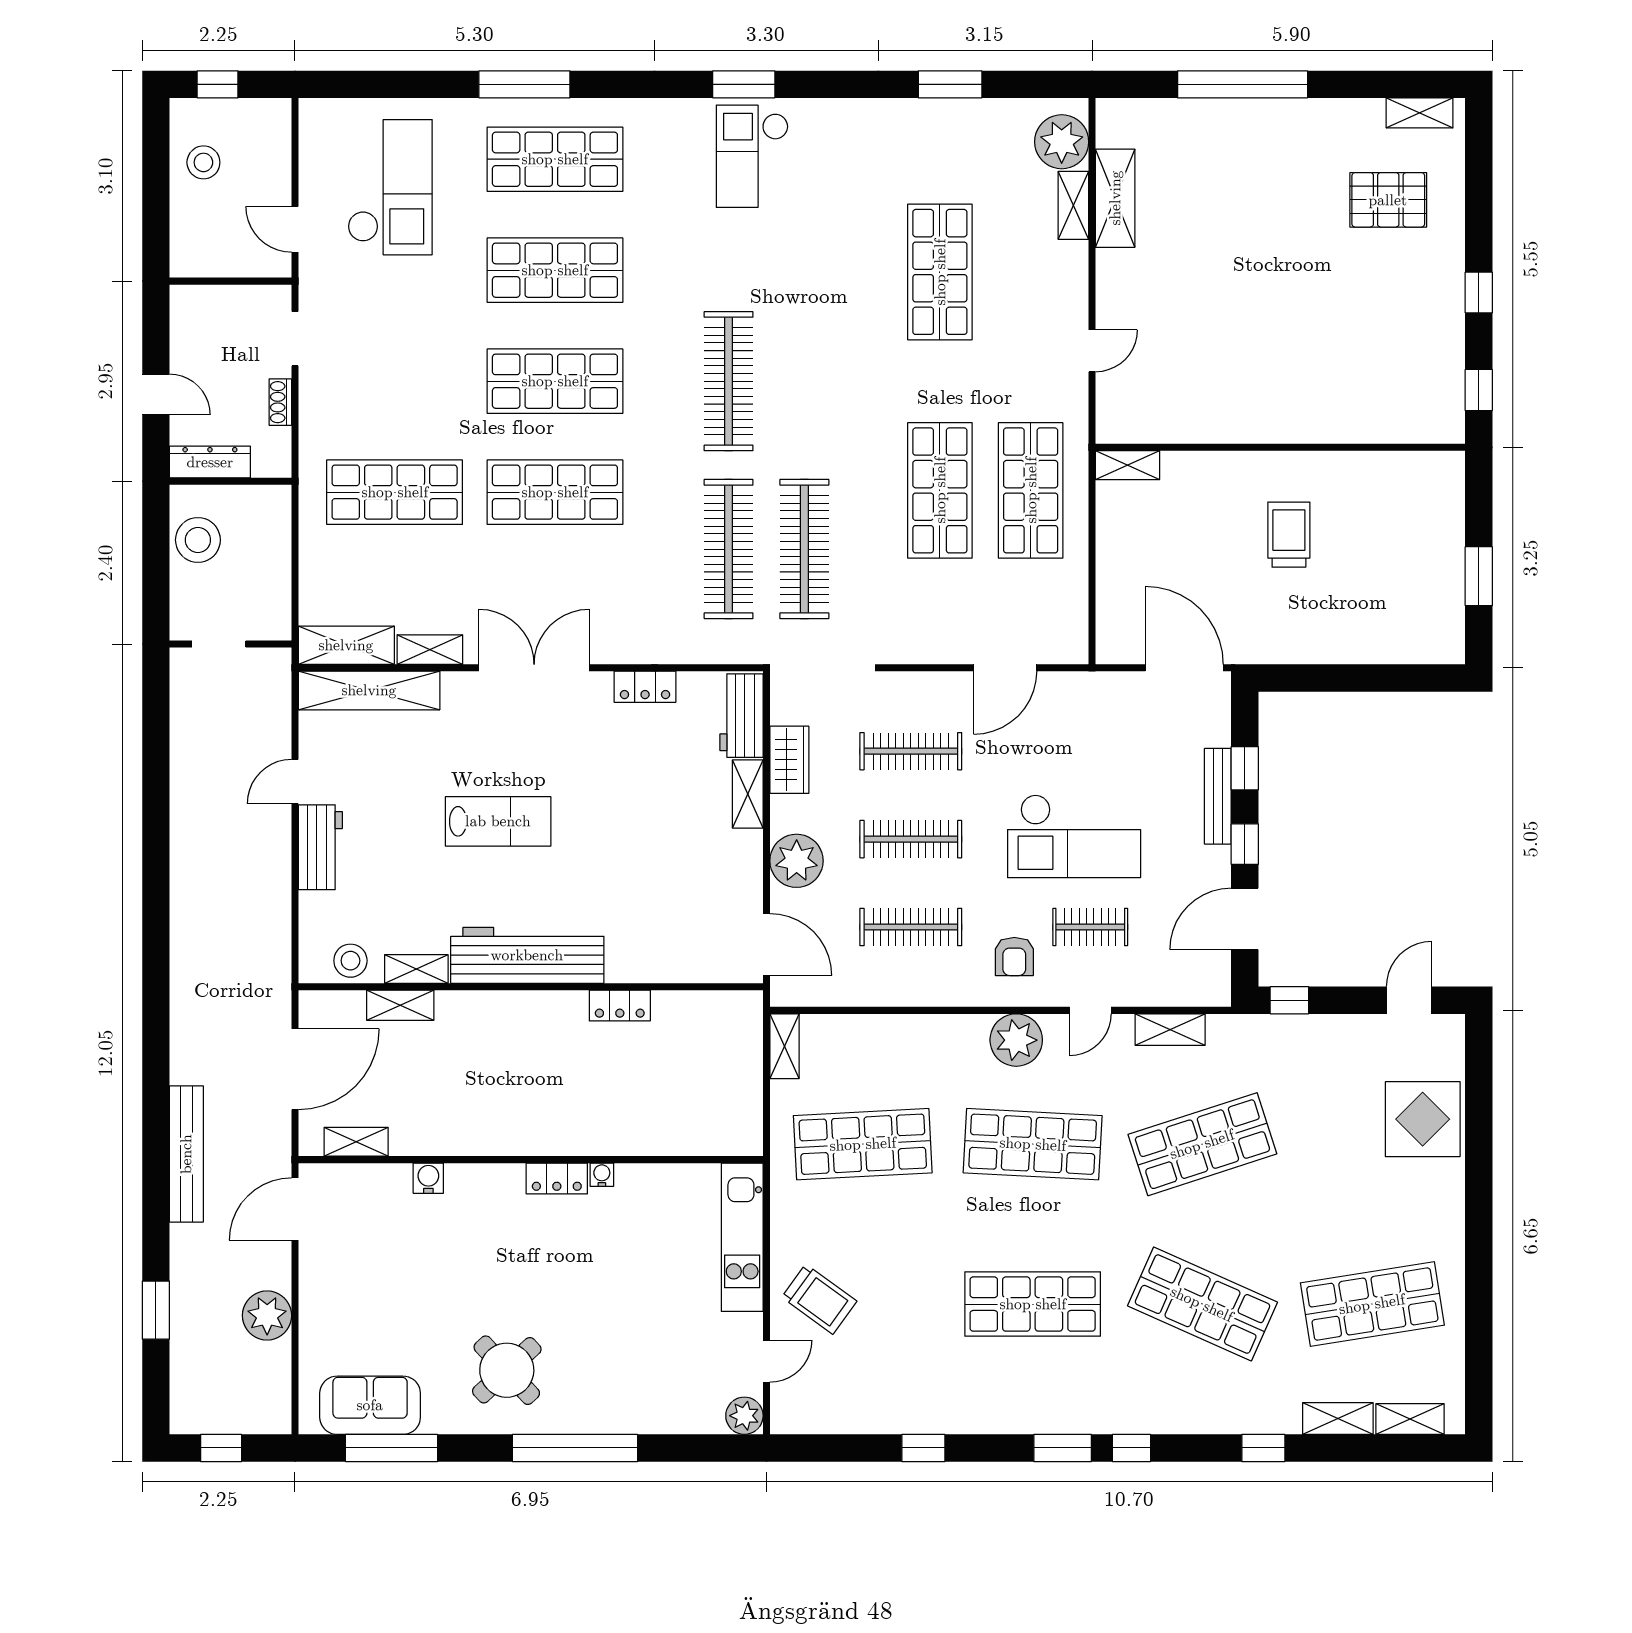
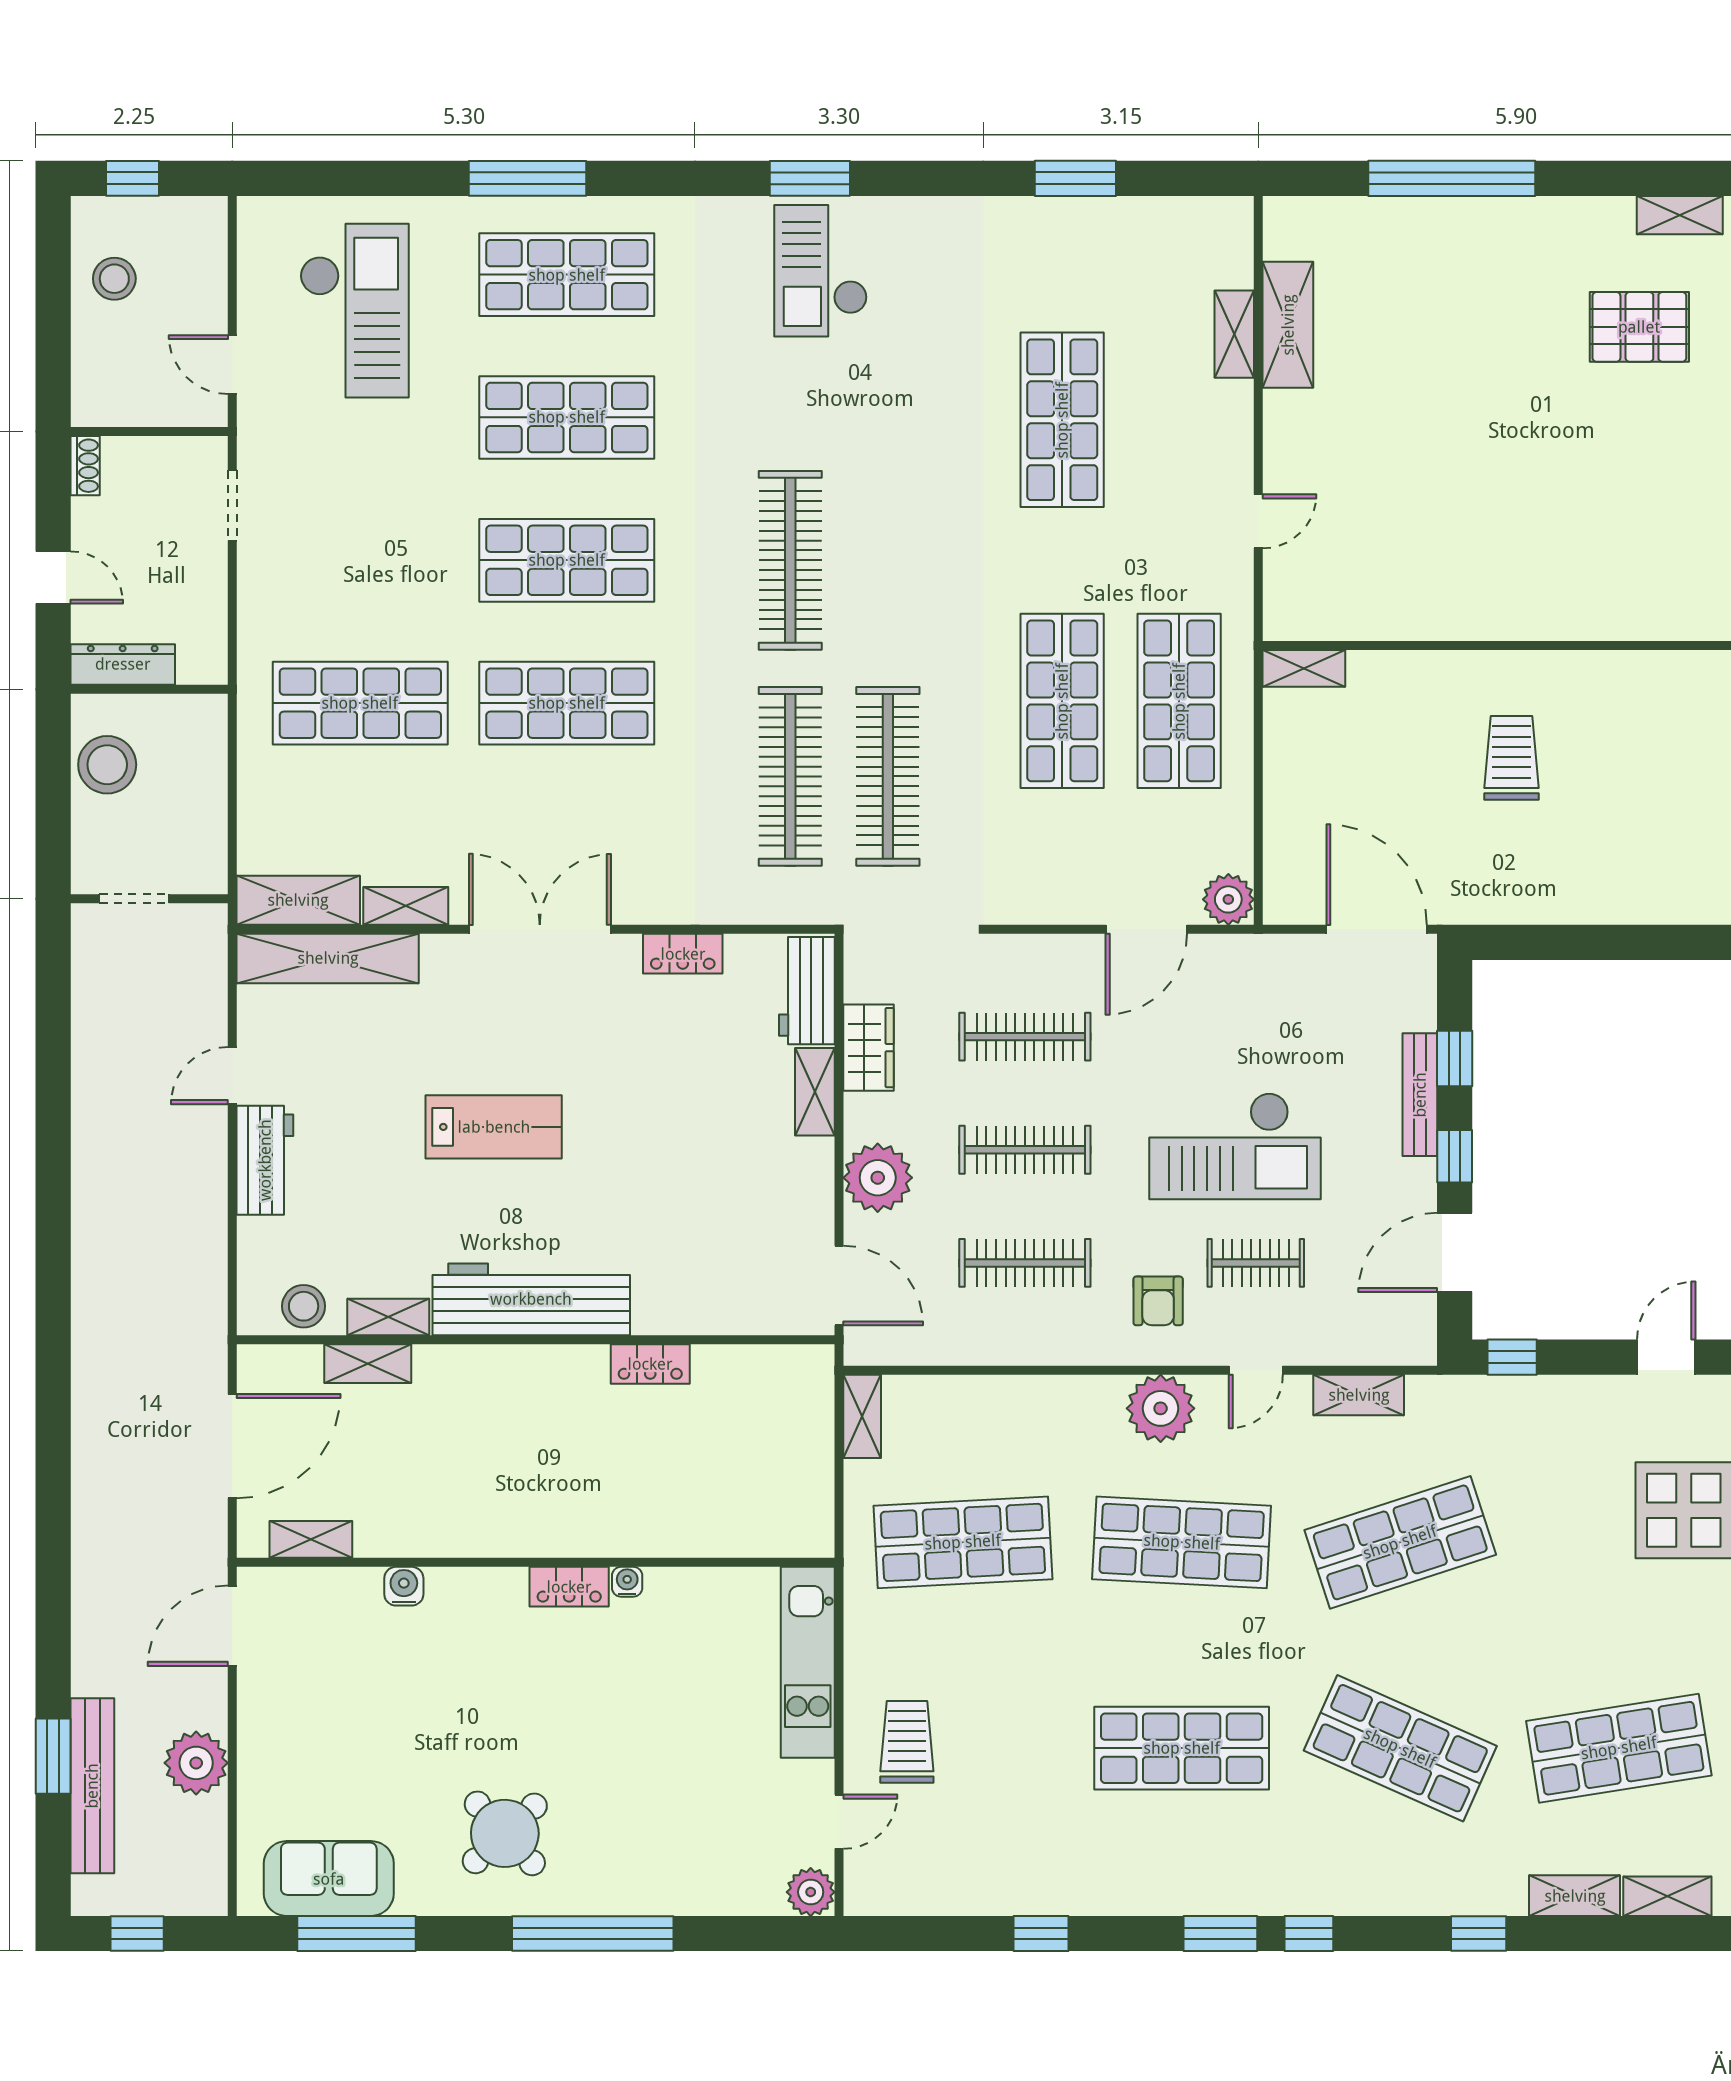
plant: (1062, 142) -> (1228, 899), moved, width x0.73, depth x0.73
shoe rack: (280, 402) -> (85, 466), moved, turned 180
bench: (186, 1154) -> (92, 1786), moved
trolley: (819, 1299) -> (907, 1742), turned -126

